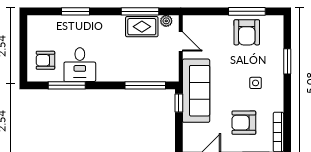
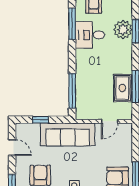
plant: (166, 21) -> (123, 30), moved, width x1.87, depth x1.87
window: (179, 103) -> (40, 120), moved

